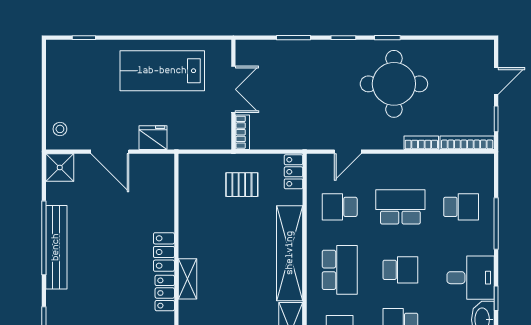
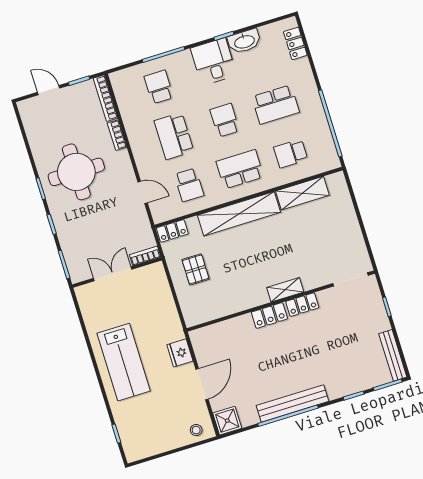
double door: (233, 89) -> (113, 274), moved
wall: (233, 95) -> (117, 272), moved
bookcase: (242, 132) -> (145, 256), moved

